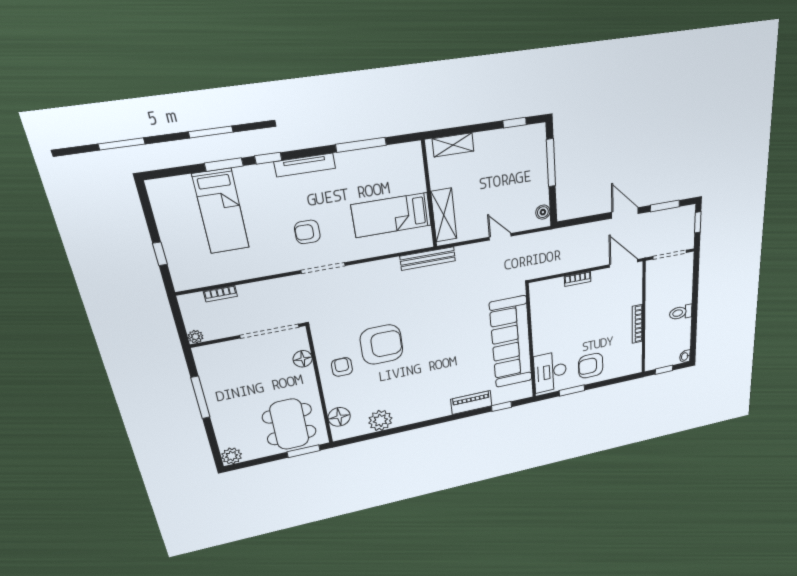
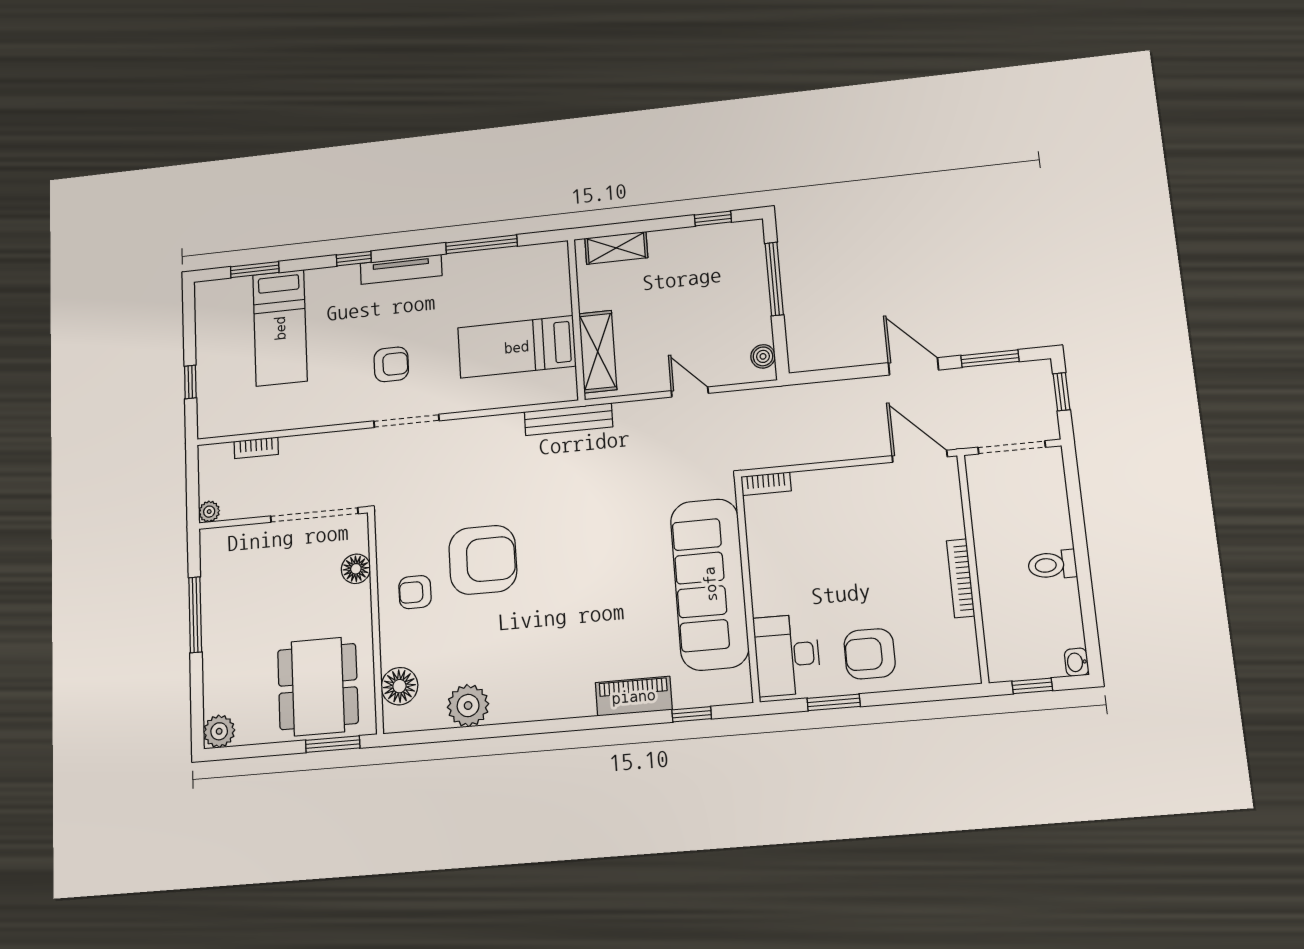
window: (224, 165) -> (255, 270), moved
armchair: (307, 232) -> (391, 364), turned 180
bookcase: (578, 279) -> (766, 484), moved
armchair: (342, 367) -> (415, 592), turned -90

